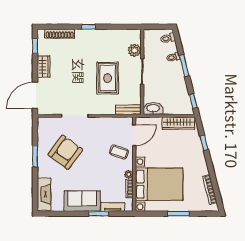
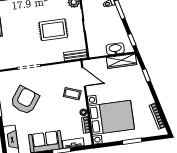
rug: (108, 78) -> (53, 30), turned 90
washbasin: (153, 109) -> (115, 49), moved
door: (134, 135) -> (84, 77), hinge flipped

